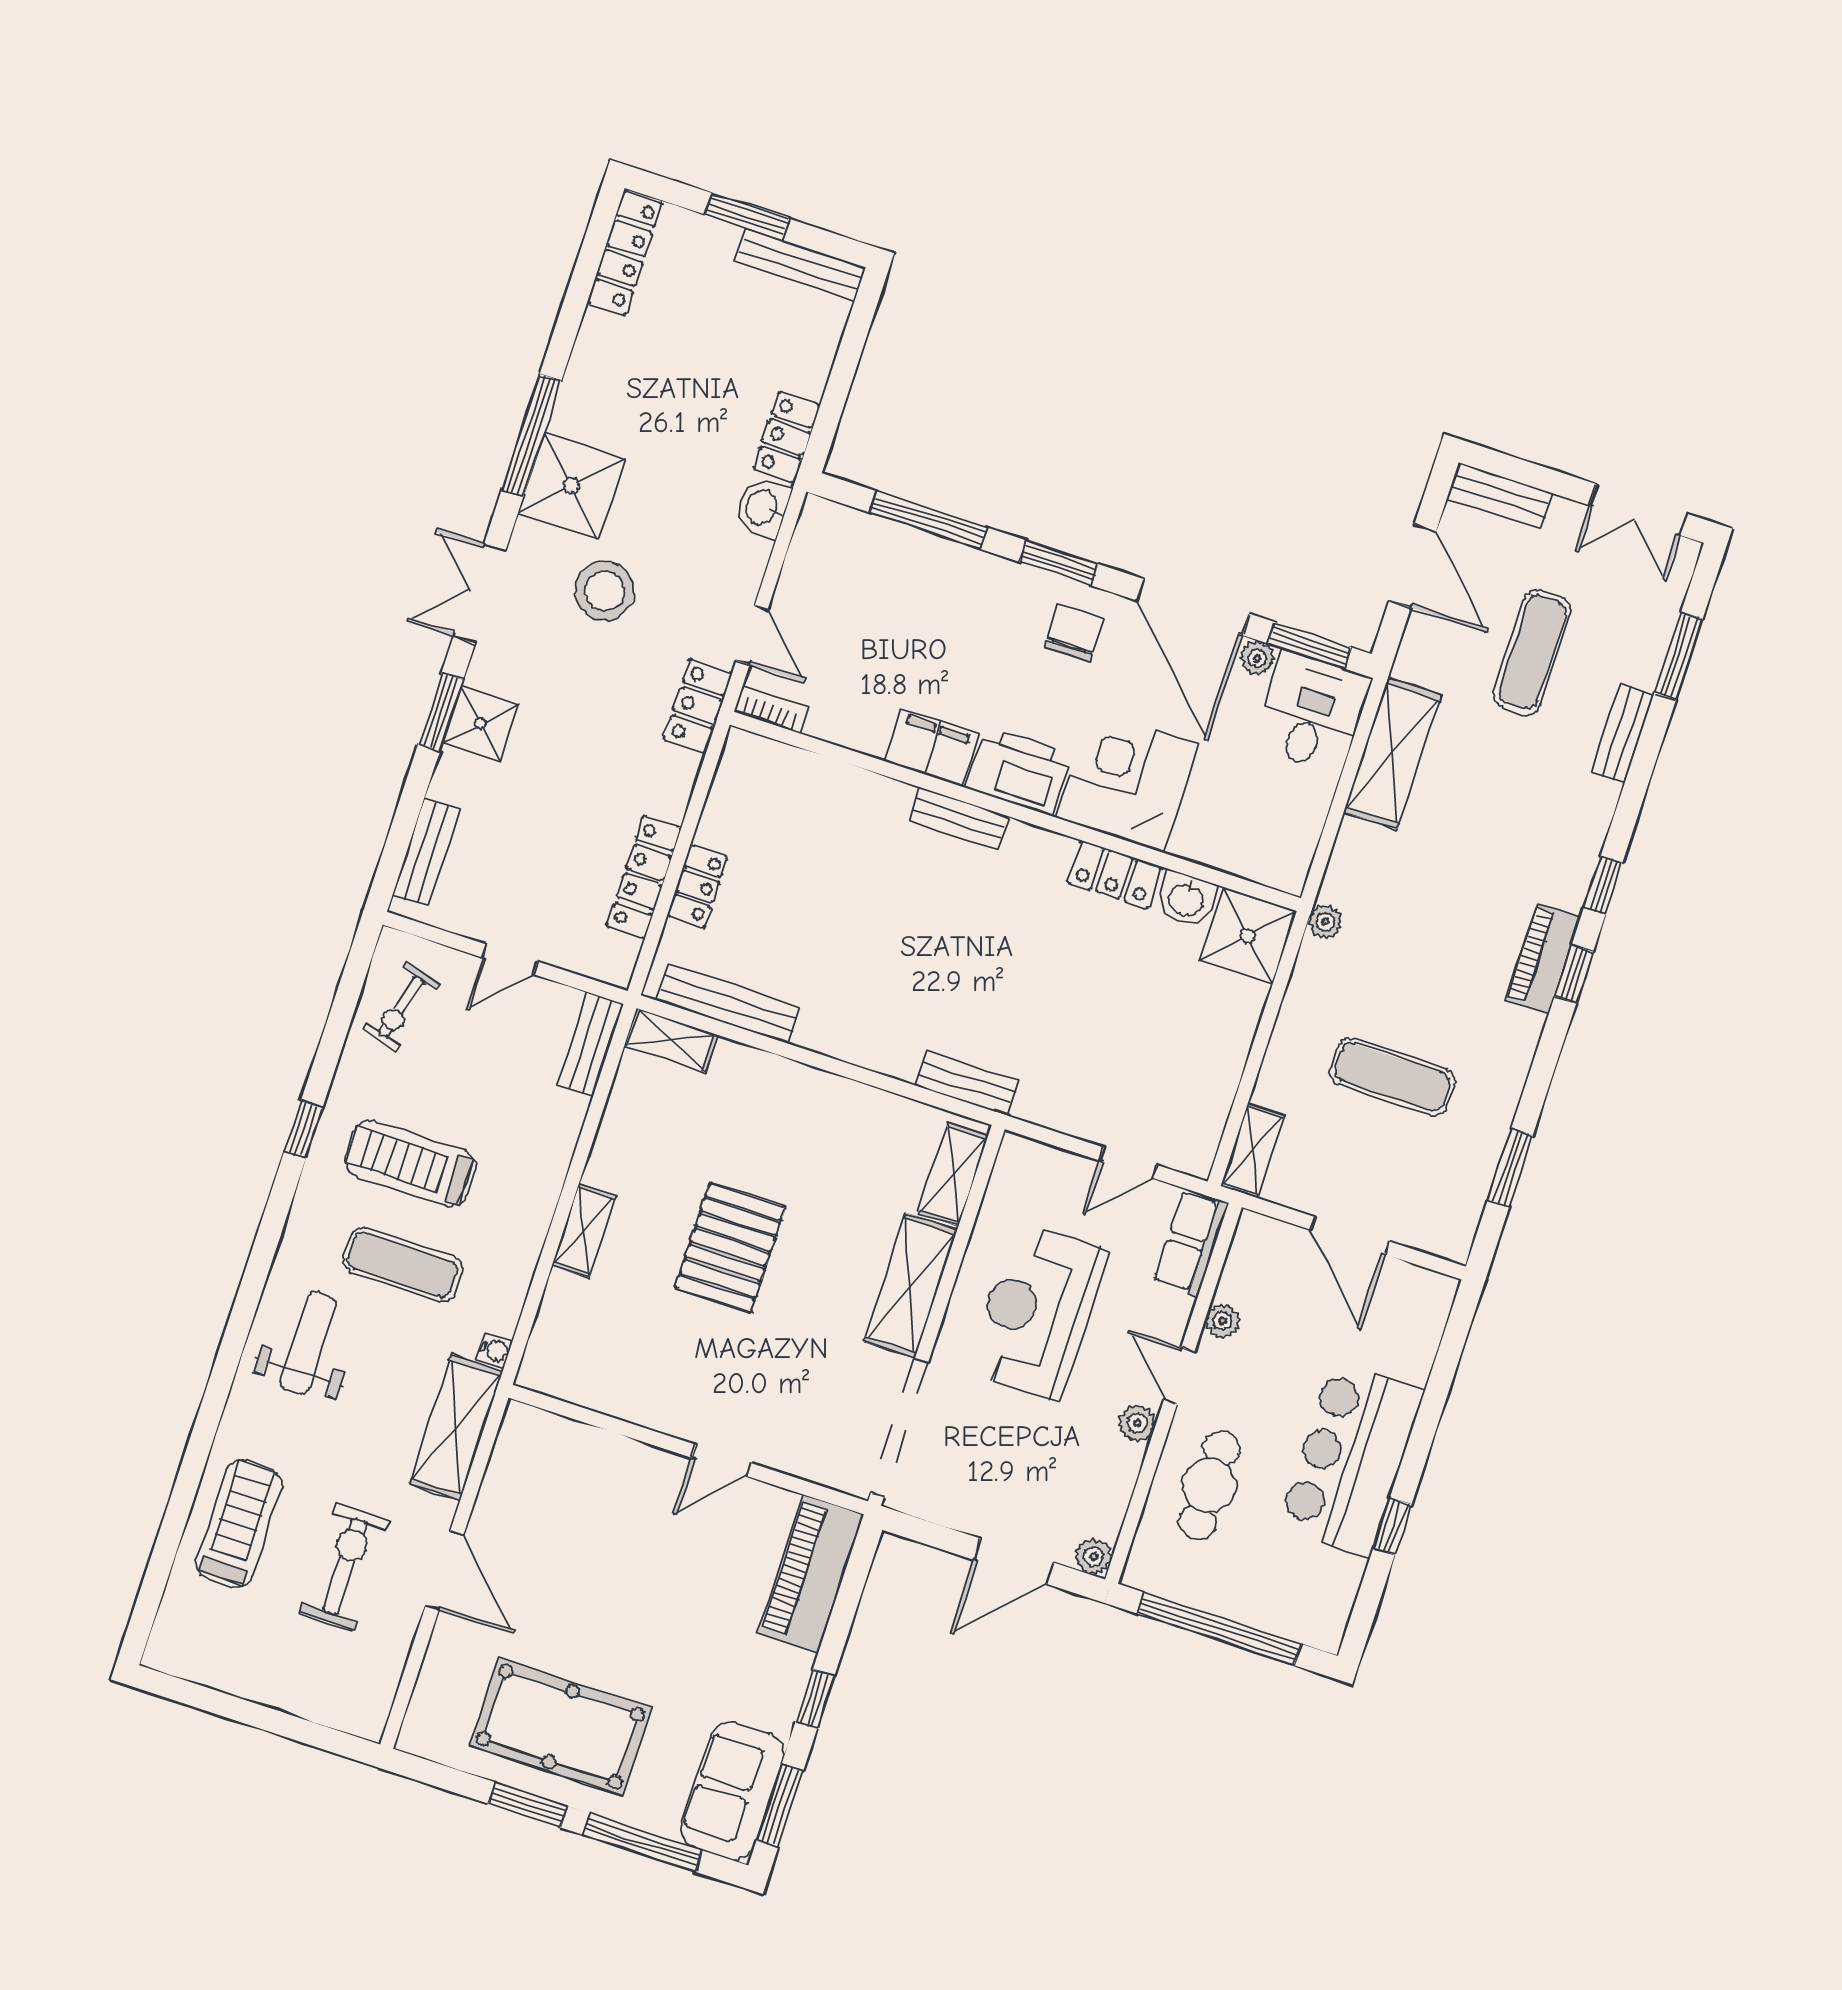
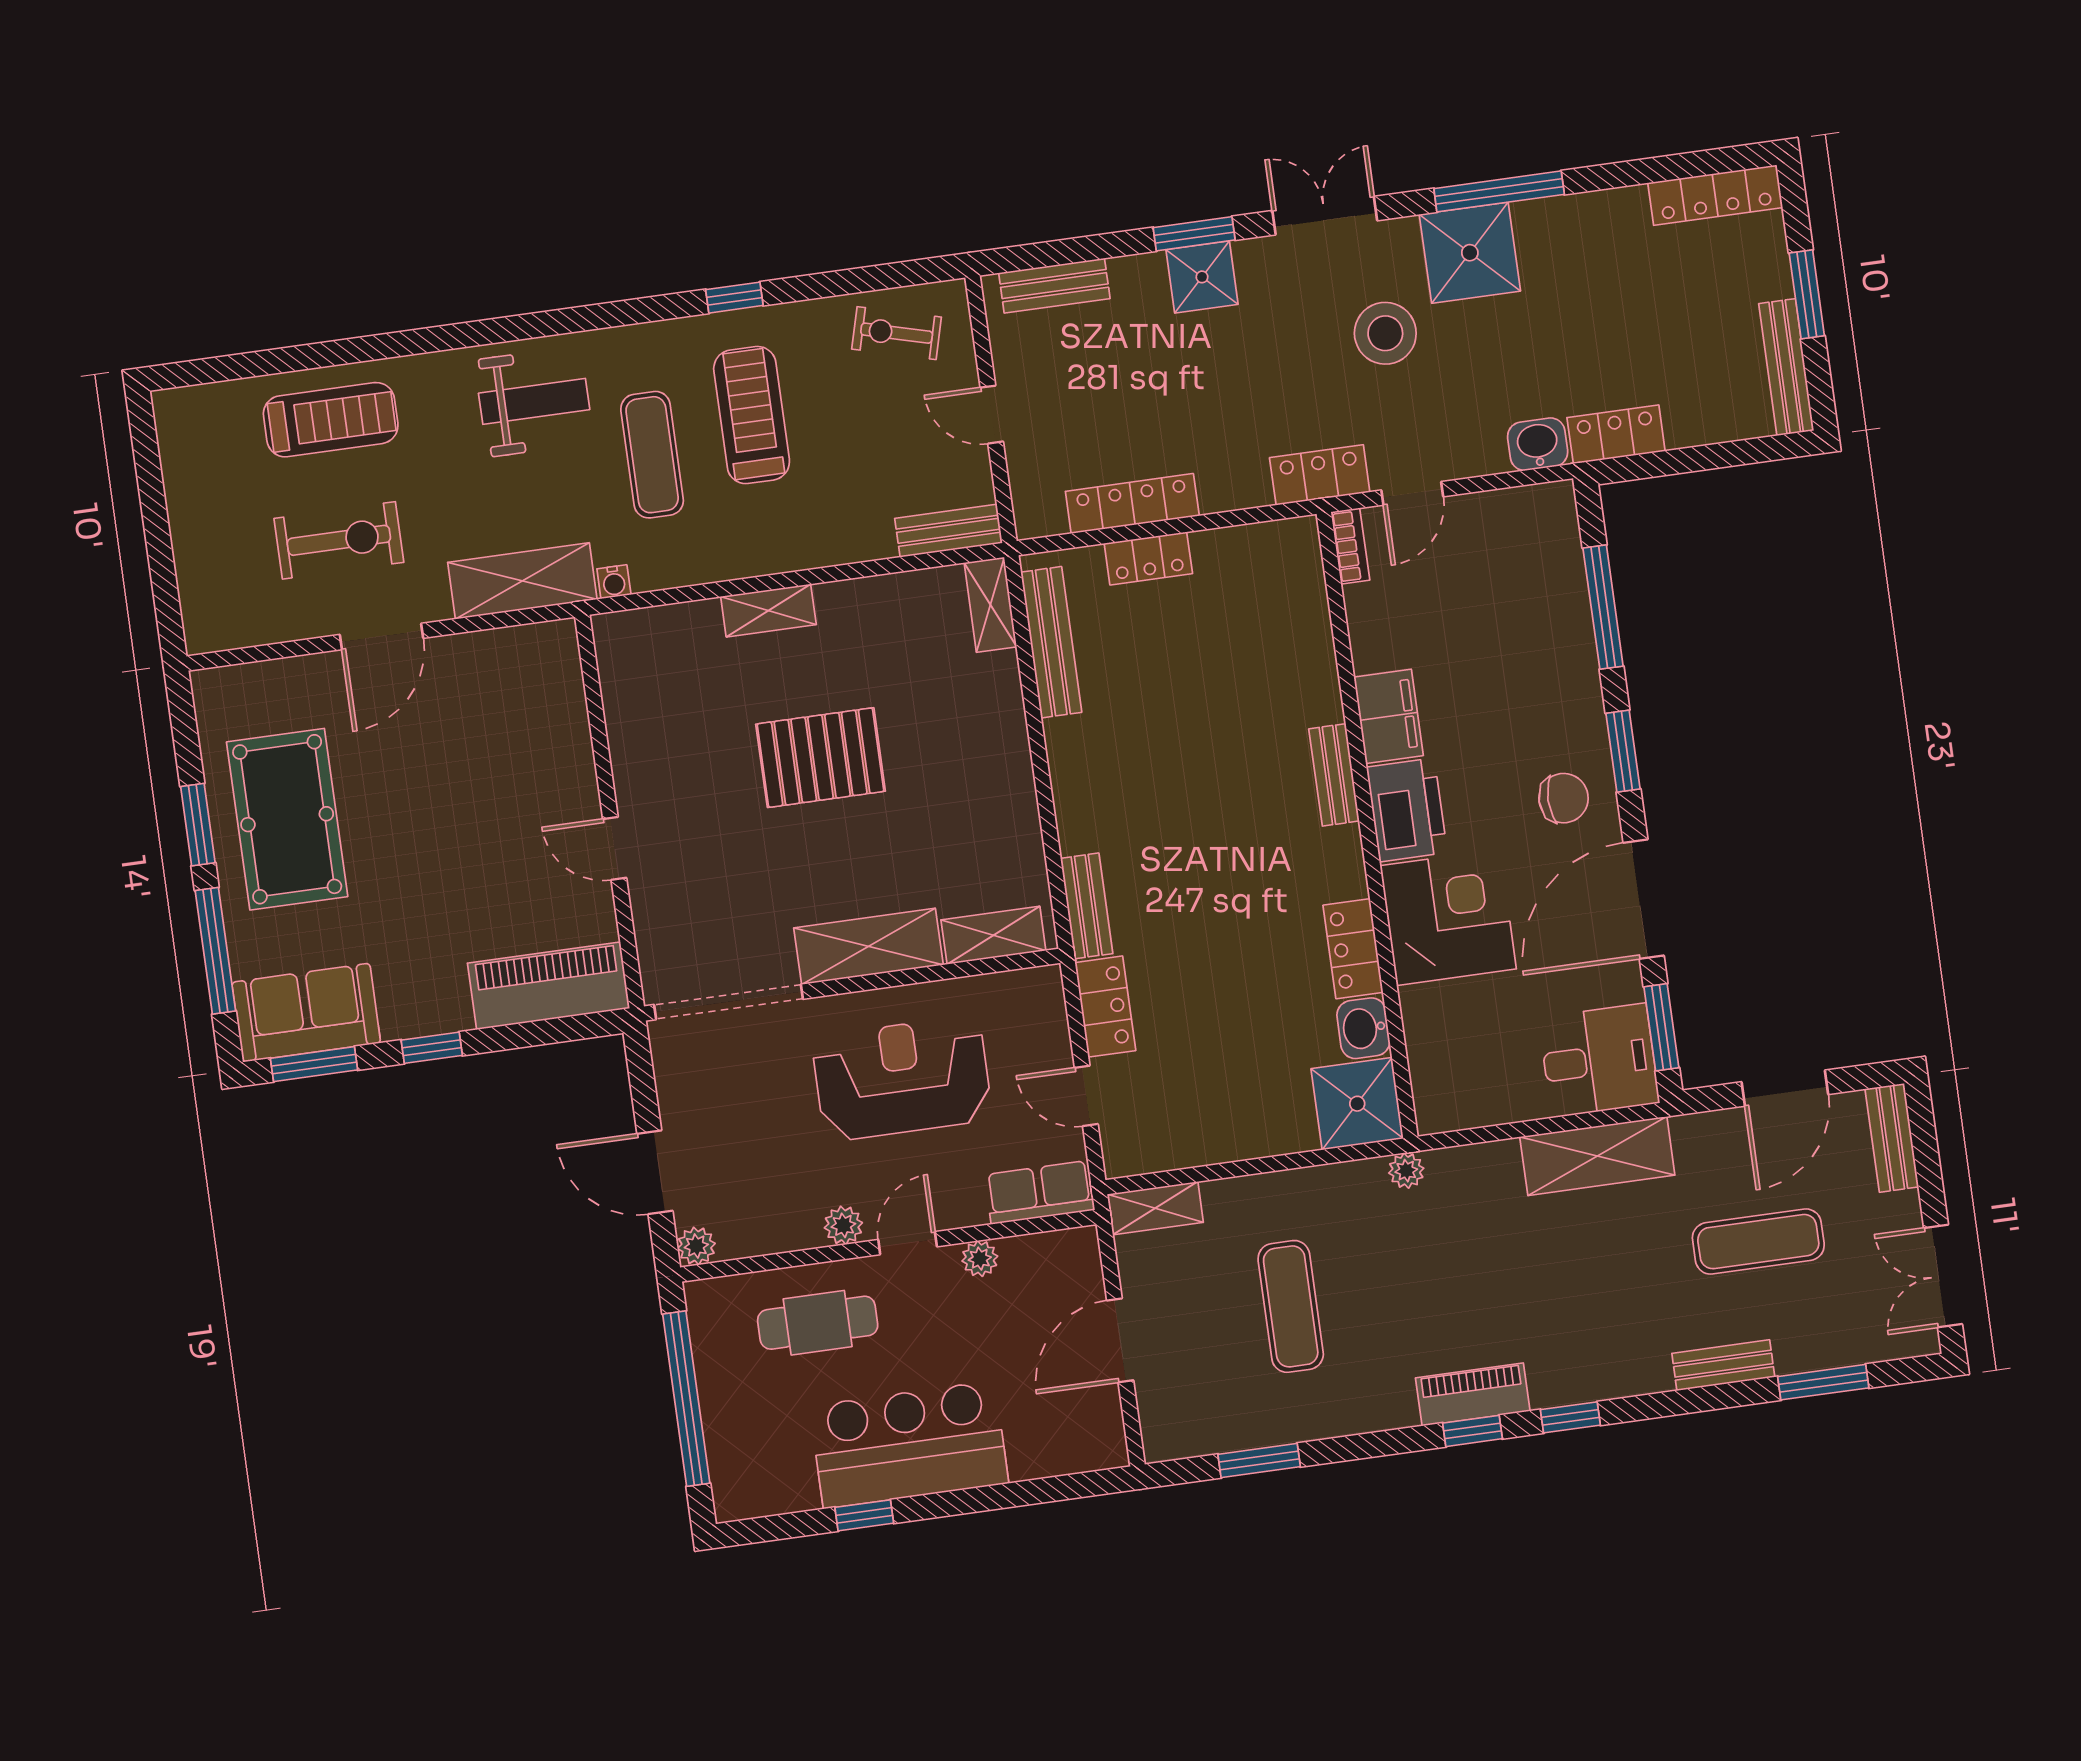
plant: (1257, 658) -> (1625, 984), removed
locker: (1060, 1109) -> (1105, 1007), added

